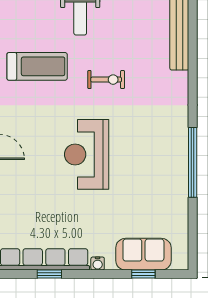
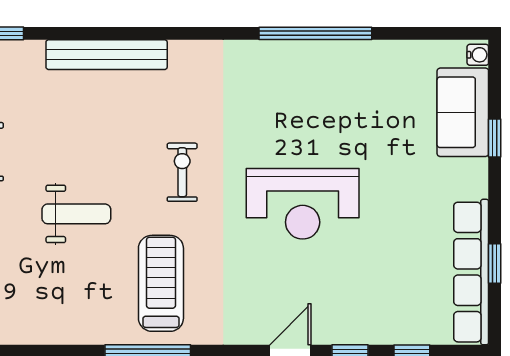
water cooler: (98, 264) -> (478, 55), moved
window: (143, 274) -> (495, 138), moved

